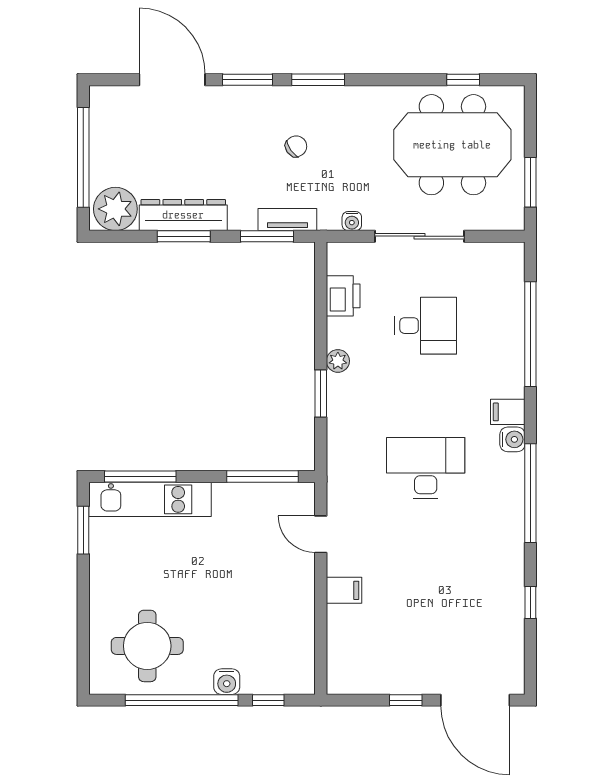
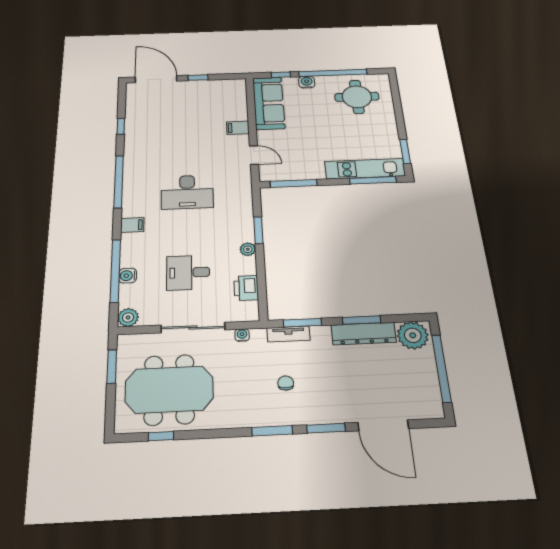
chair: (296, 146) -> (286, 383), turned 125
plant: (510, 257) -> (128, 317), added
water cooler: (512, 439) -> (128, 276), moved
sofa: (292, 640) -> (269, 103), added

